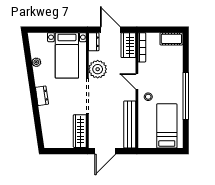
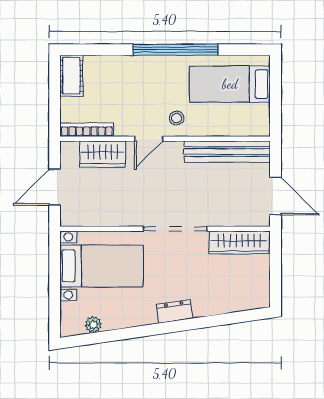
dresser: (94, 42) -> (77, 217), removed
wardrobe: (128, 45) -> (103, 154), moved
plant: (36, 62) -> (93, 325), moved
plant: (98, 69) -> (126, 210), removed

